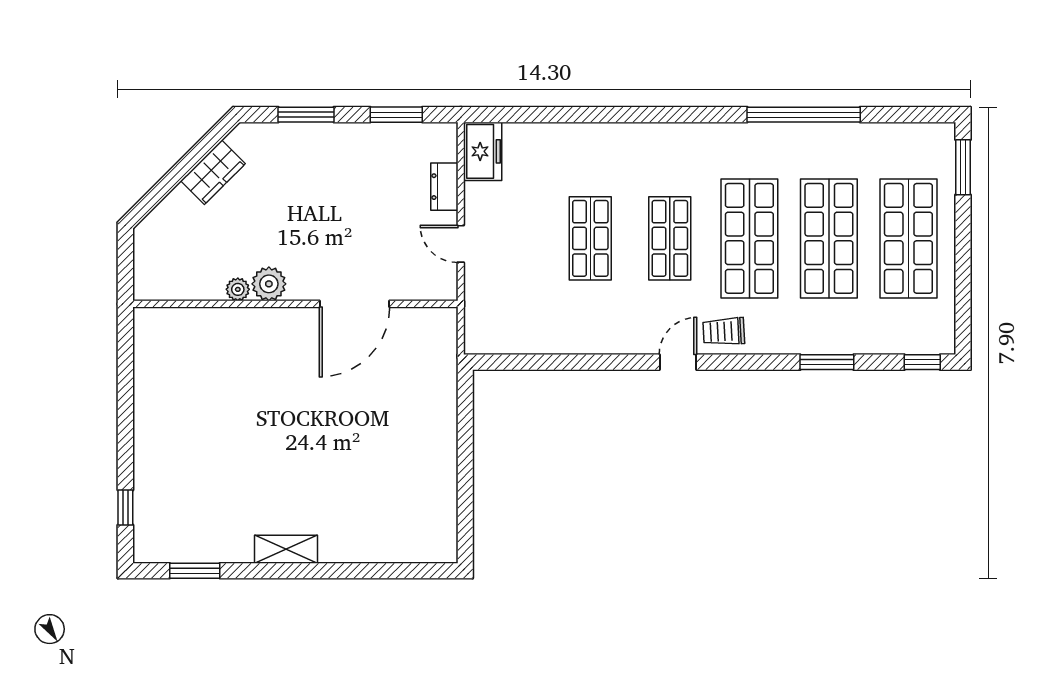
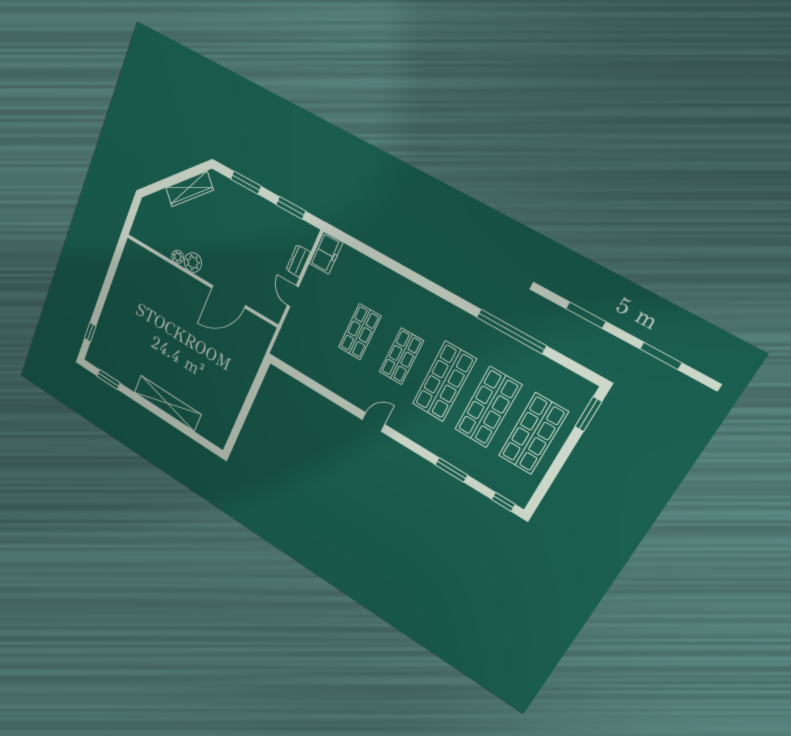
wardrobe: (213, 172) -> (189, 189), width x1.50
trolley: (724, 331) -> (405, 421), removed
shelving: (286, 549) -> (168, 403), width x2.20, depth x1.33

